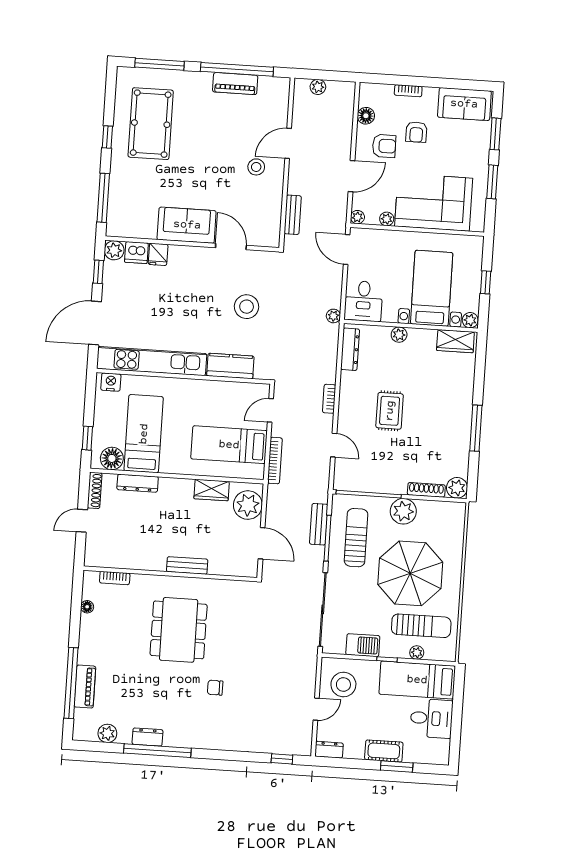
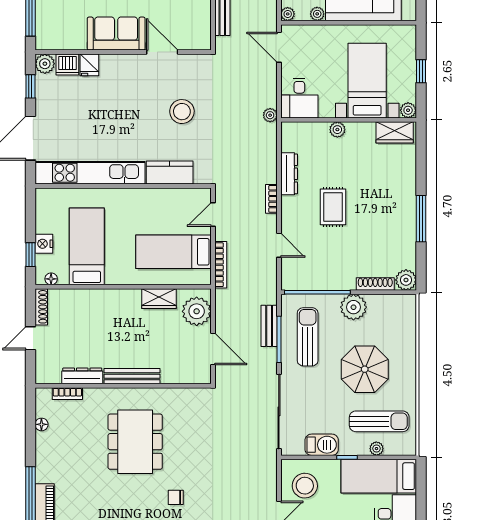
dresser: (350, 349) -> (289, 174), moved
nightstand: (111, 382) -> (44, 244), moved, turned -90
floor lamp: (112, 458) -> (51, 279), width x0.53, depth x0.53
dresser: (138, 483) -> (82, 376), moved, turned 180
bench: (187, 565) -> (132, 376), width x1.36
parasol: (410, 573) -> (365, 369), width x0.73, depth x0.73

